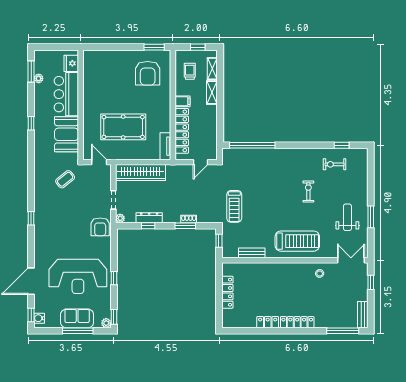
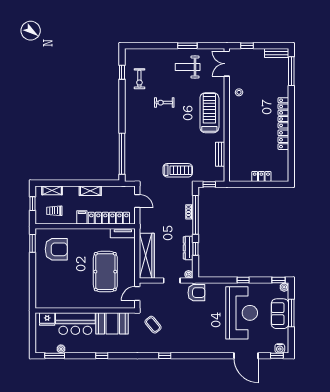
shelving: (212, 93) -> (90, 191), moved
window: (31, 218) -> (165, 356), moved
window: (185, 226) -> (195, 215), width x2.11
locker: (227, 292) -> (261, 176), width x0.66

